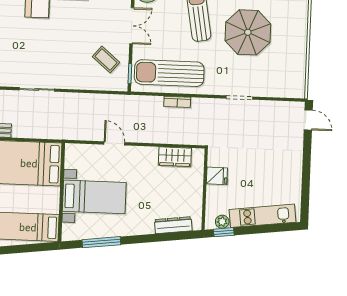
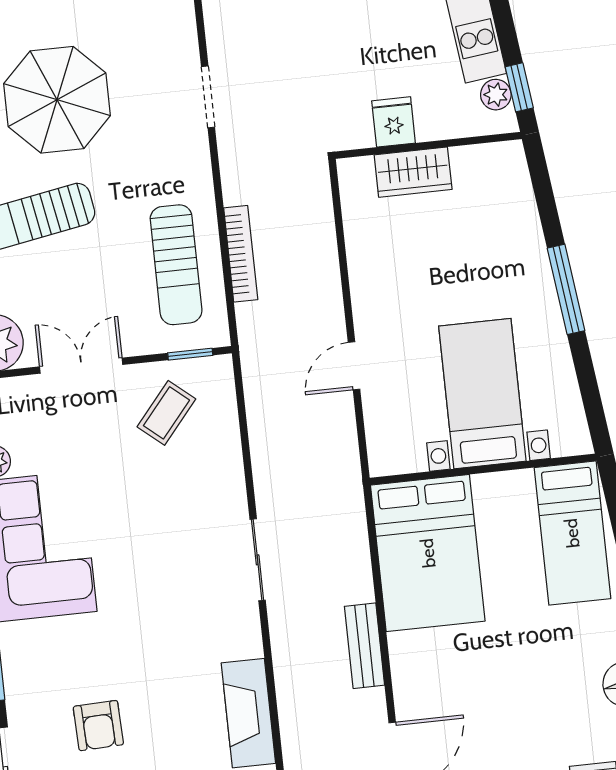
sun lounger: (169, 73) -> (176, 265), width x0.73, depth x0.75
bookcase: (177, 102) -> (241, 254), width x1.56
wardrobe: (175, 157) -> (413, 172), moved, turned 90
dresser: (173, 225) -> (520, 204), removed
window: (101, 242) -> (566, 289), moved

